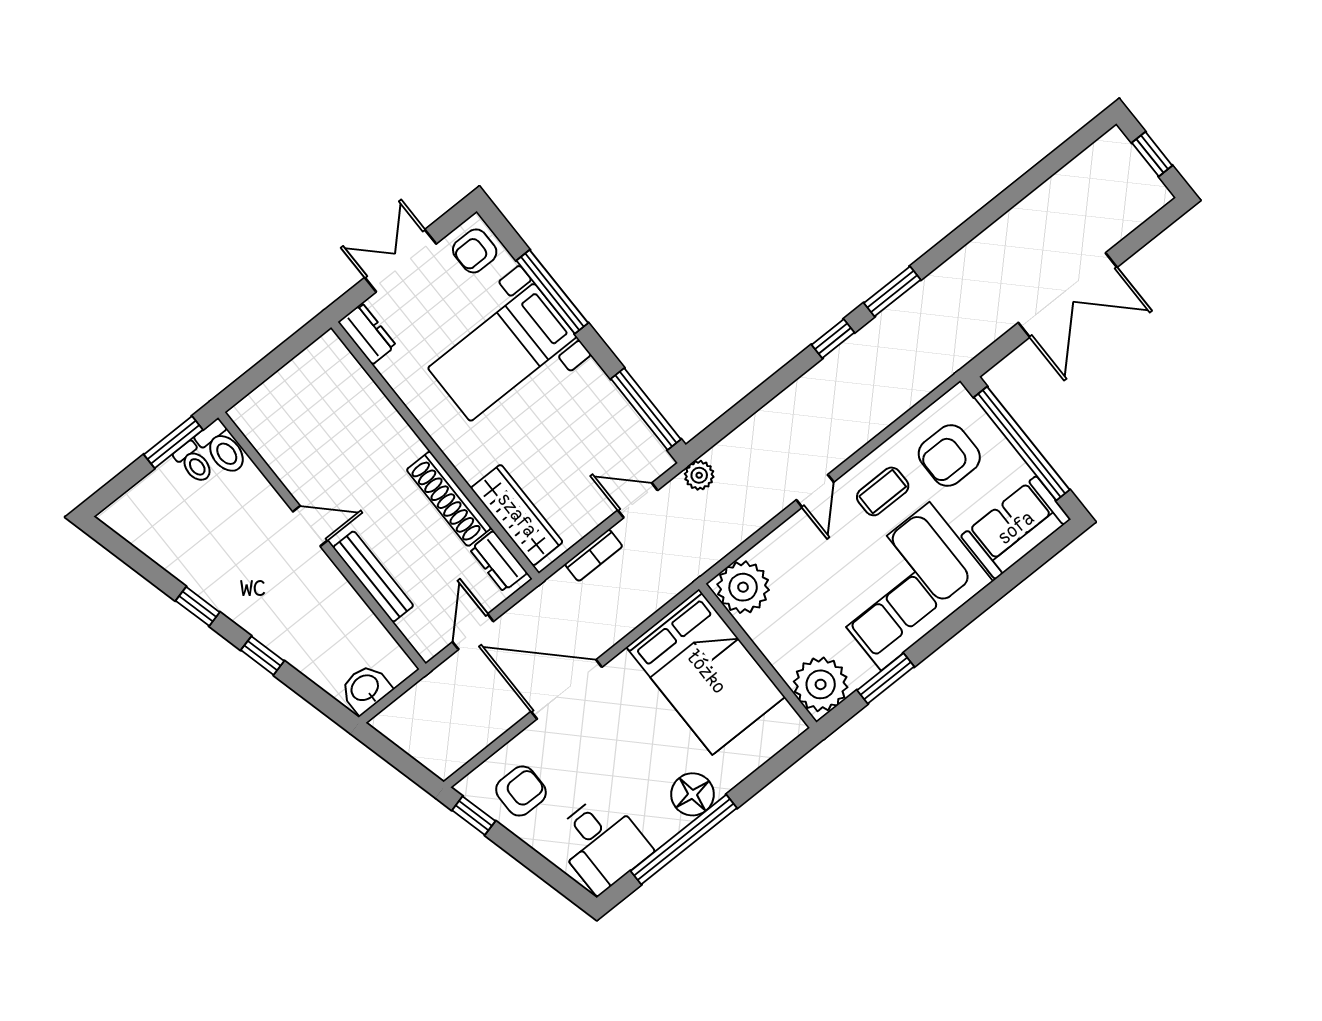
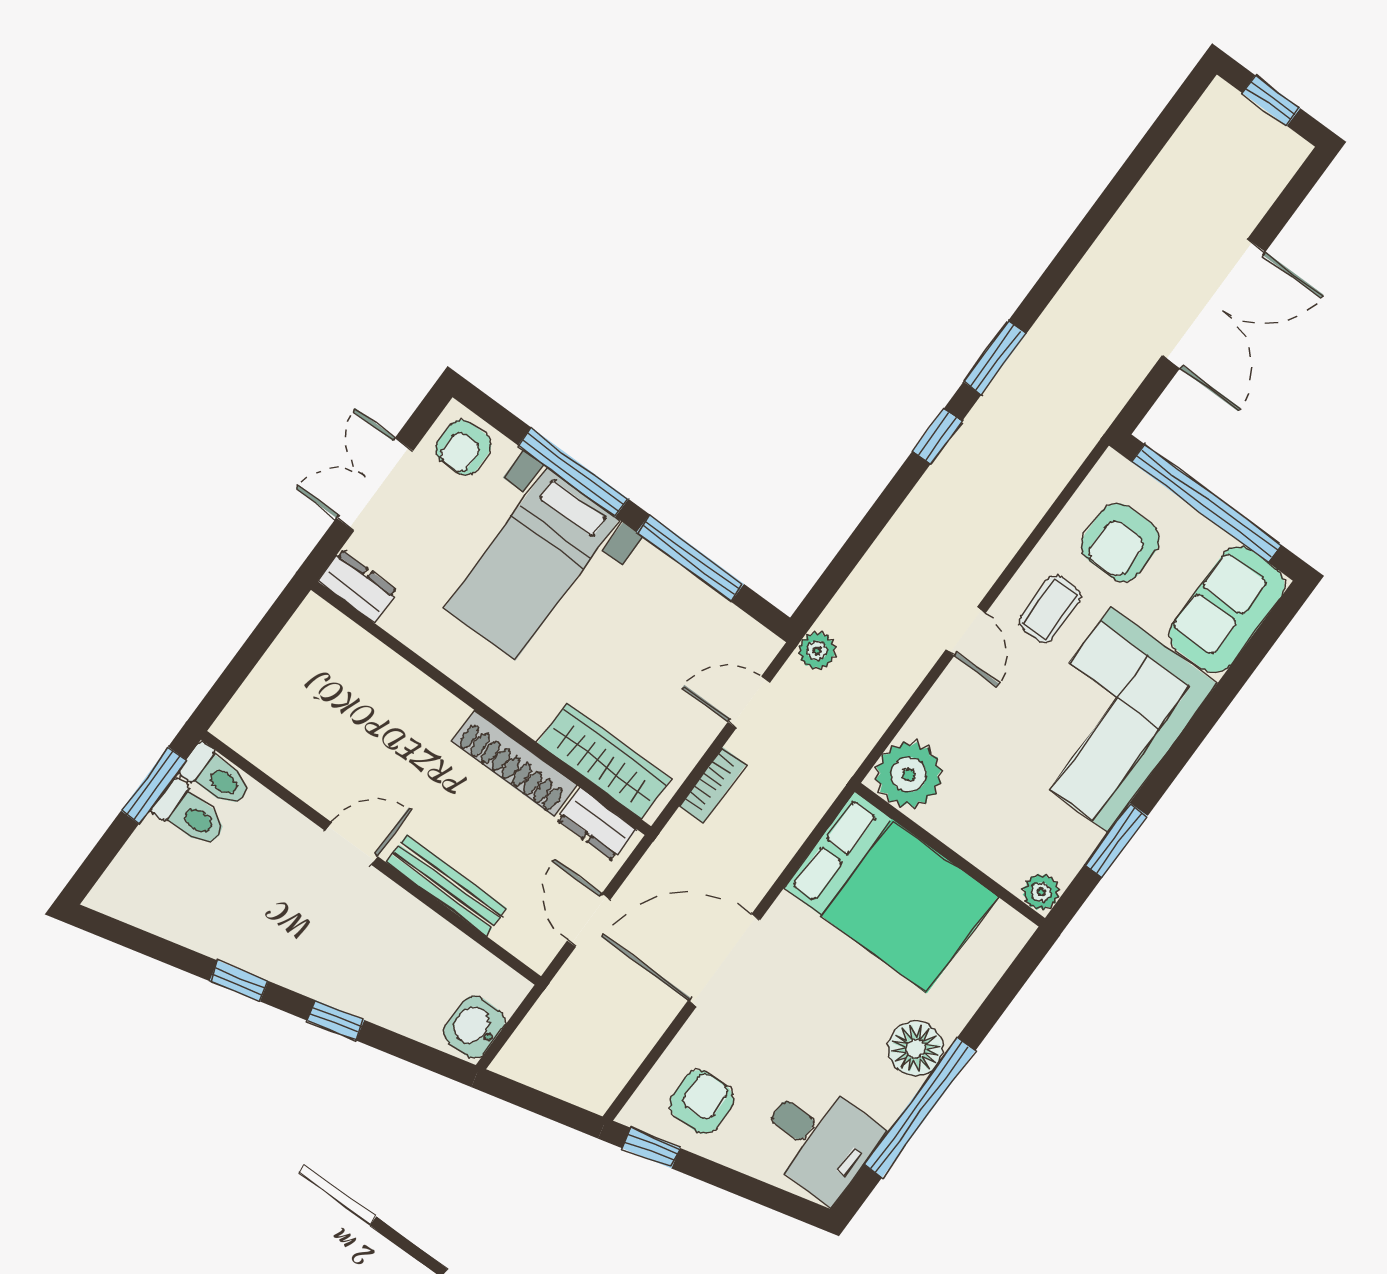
window: (646, 409) -> (690, 558), moved
toilet: (194, 463) -> (190, 815), width x1.37, depth x1.39
plant: (821, 684) -> (1041, 892), width x0.53, depth x0.53

